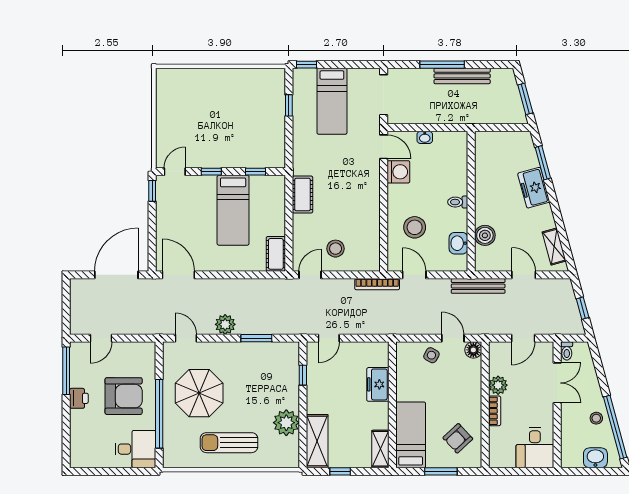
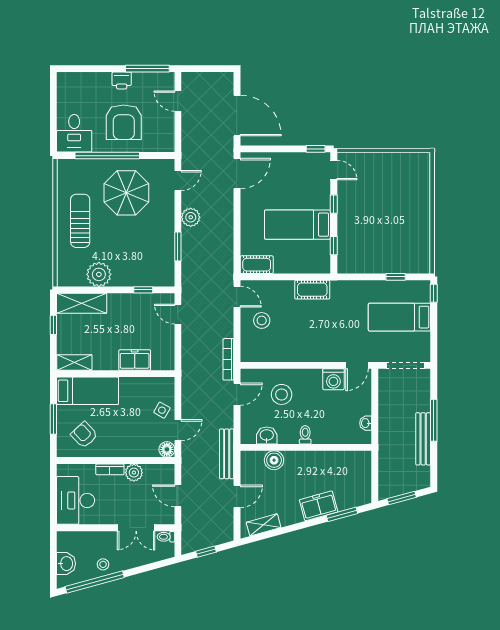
washbasin: (425, 137) -> (366, 423), moved
desk: (535, 448) -> (76, 500), width x1.37

